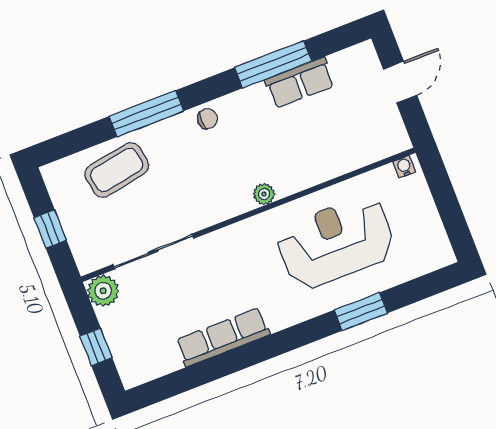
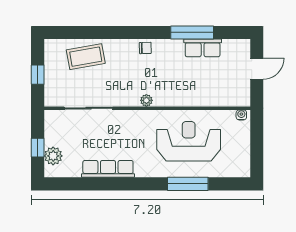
window: (146, 114) -> (113, 32), removed
plant: (264, 194) -> (146, 100), moved
plant: (103, 291) -> (53, 156), moved
window: (361, 311) -> (188, 184), width x1.44

